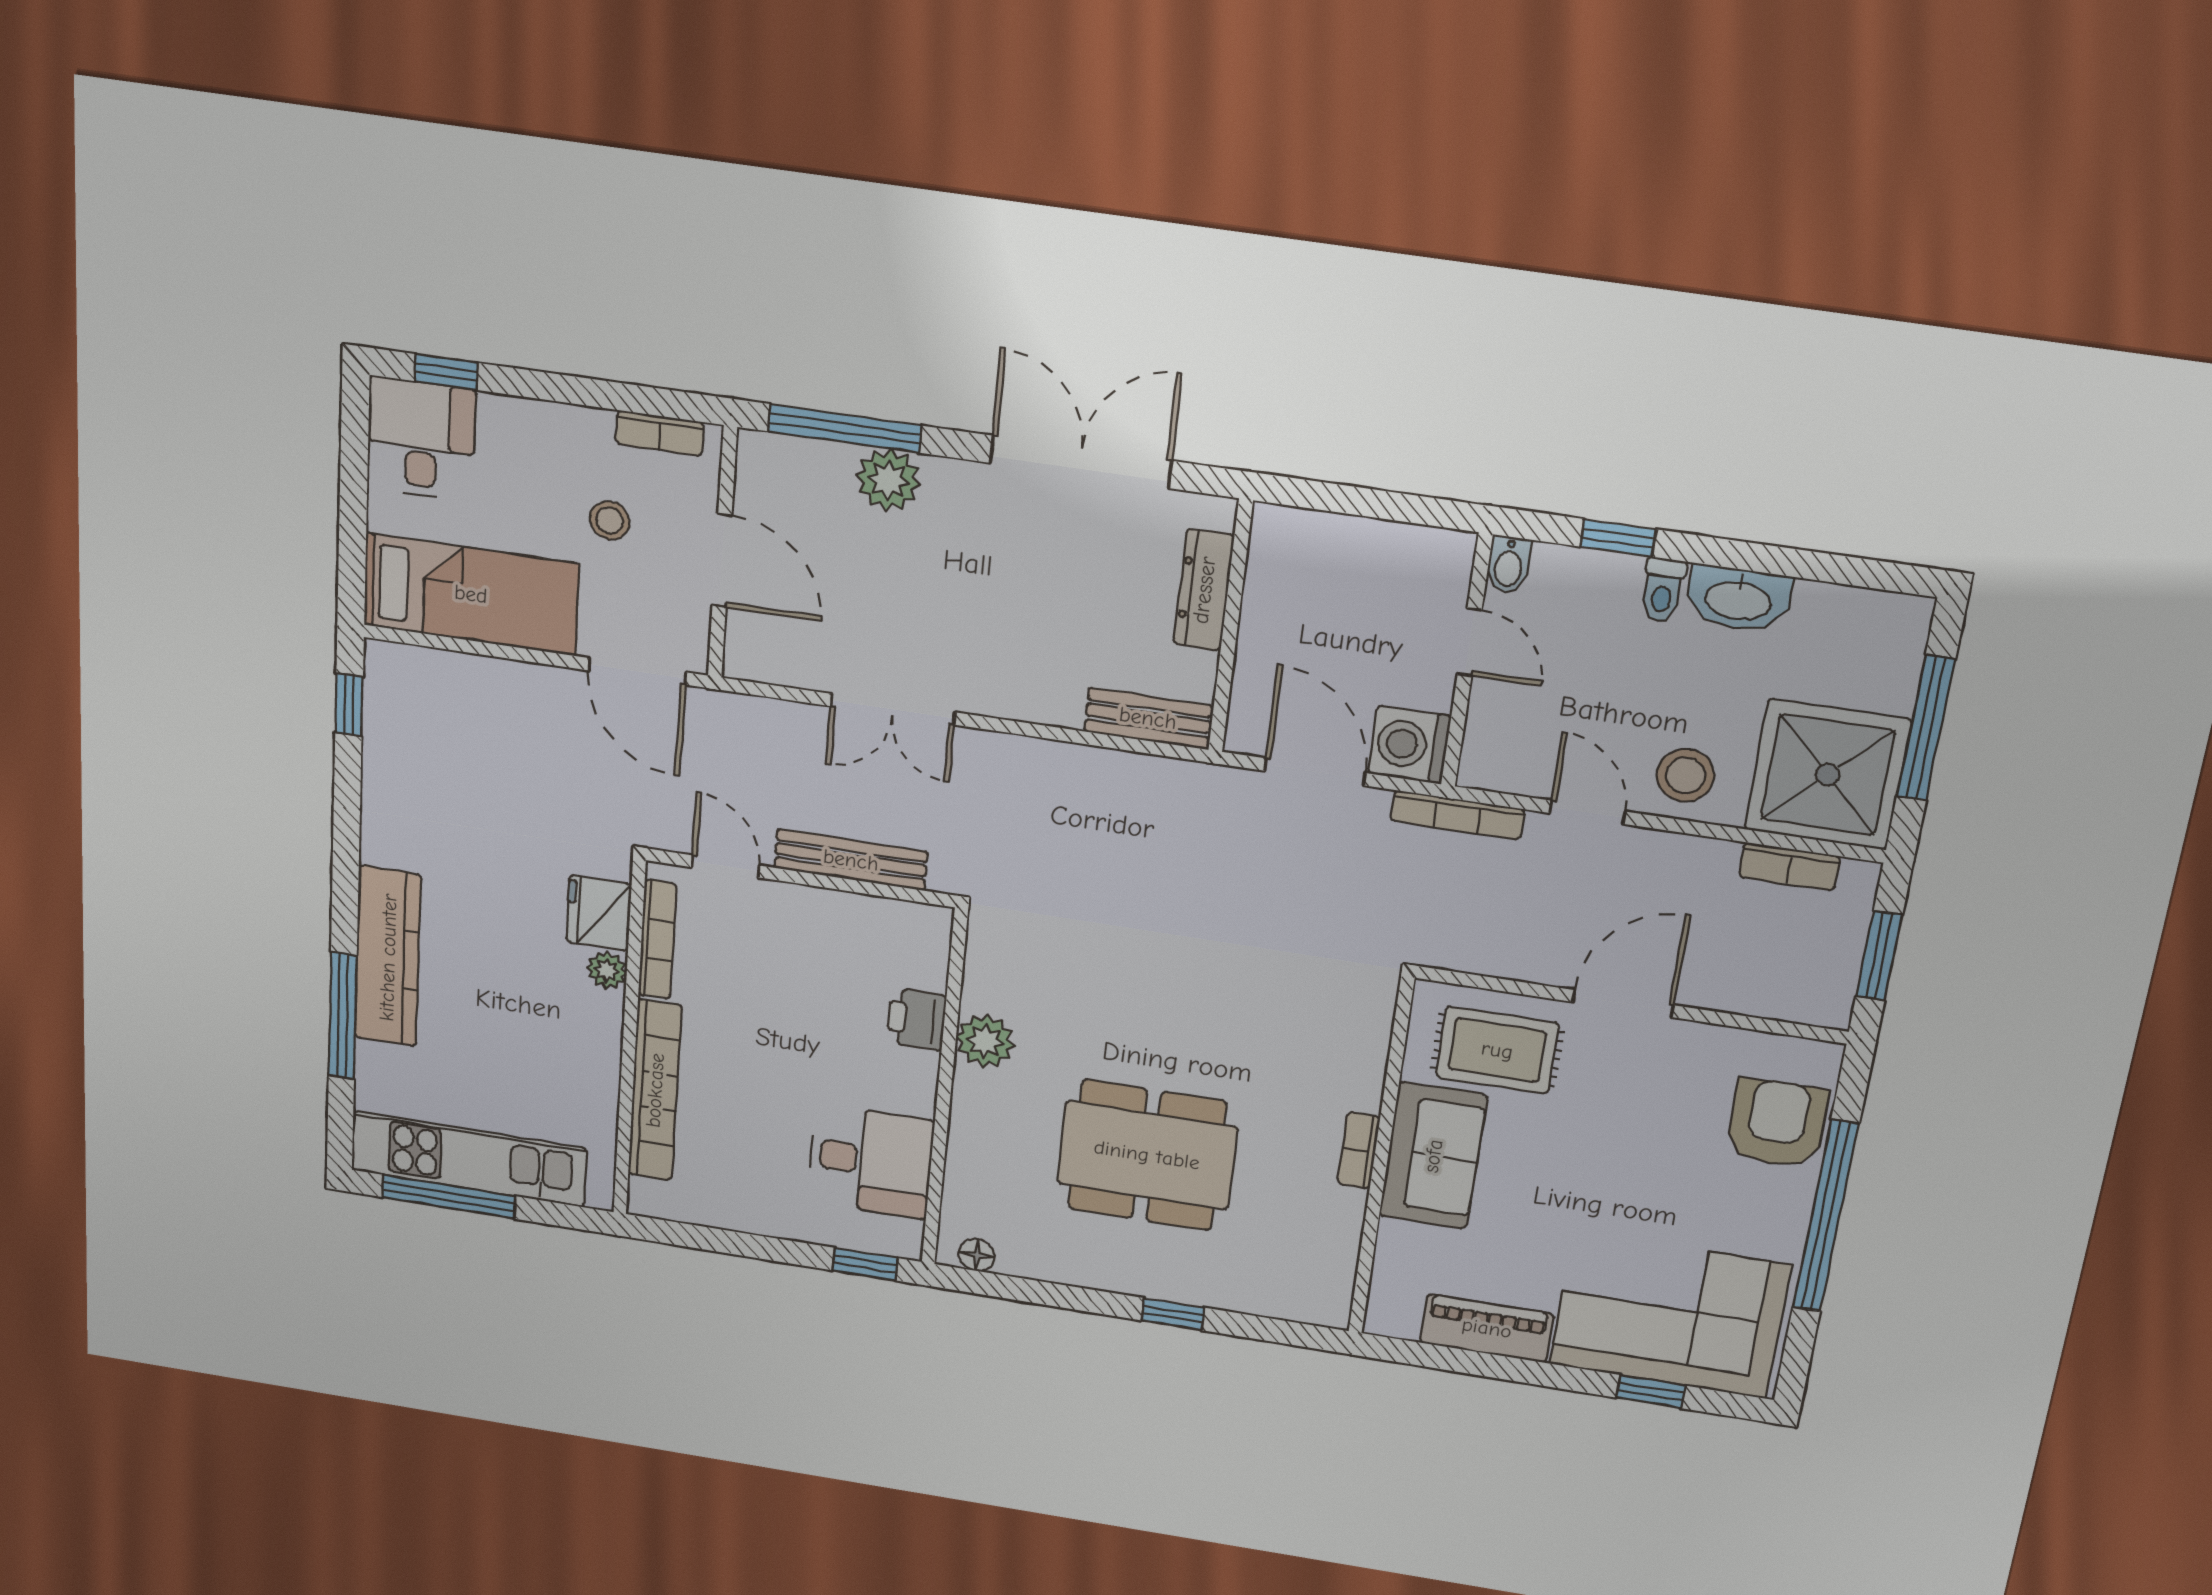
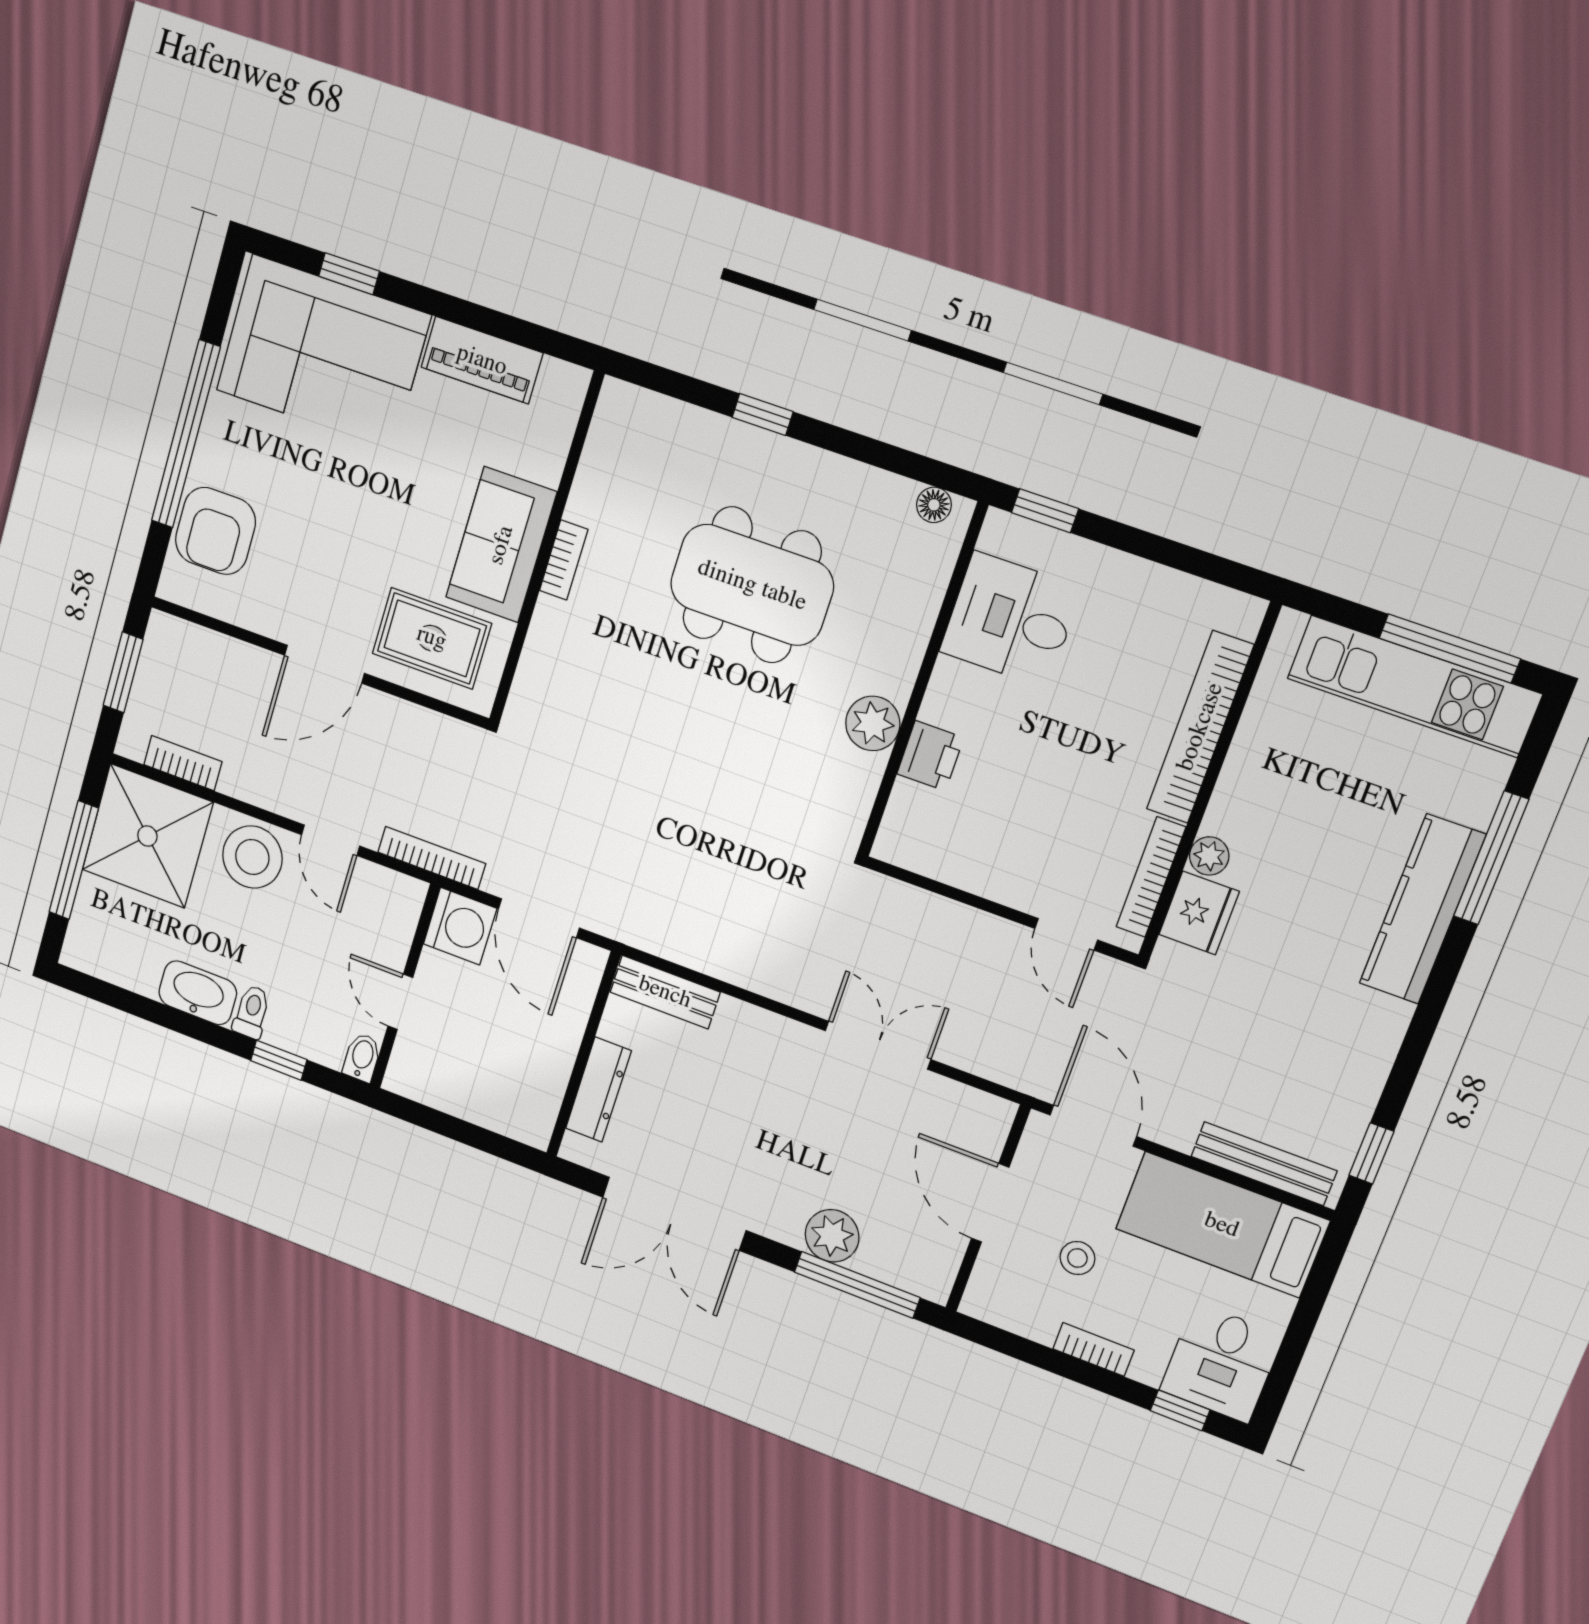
bookcase: (660, 433) -> (1093, 1349), moved
stool: (1685, 775) -> (252, 857), width x1.38, depth x1.38
bench: (851, 860) -> (1264, 1164), moved

